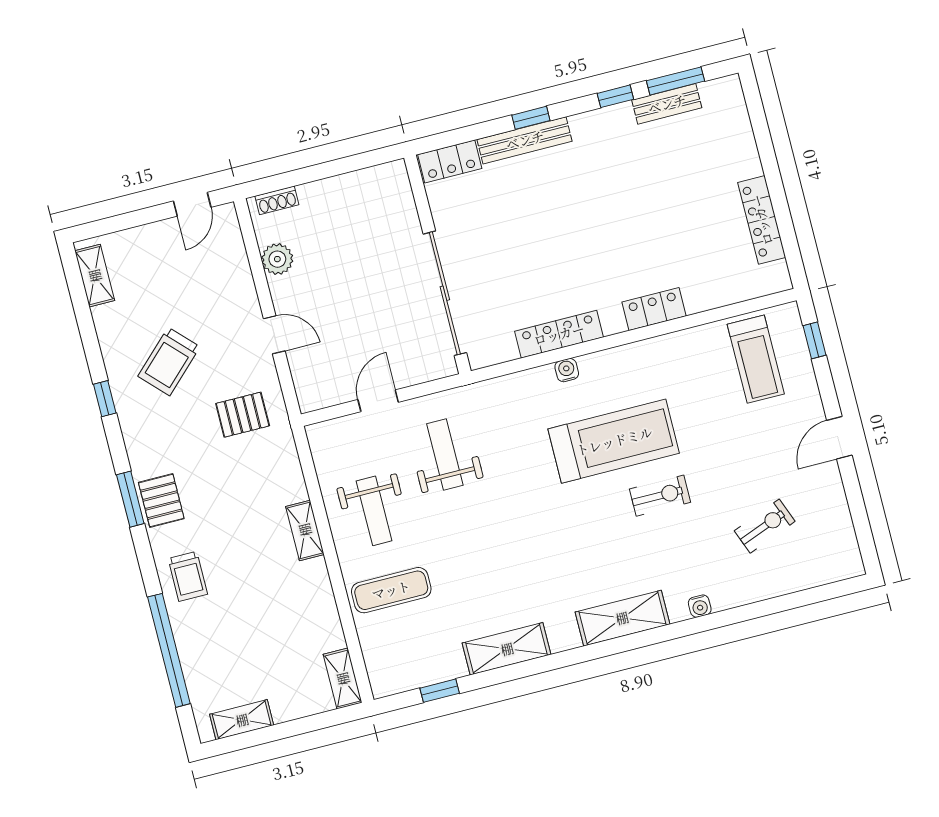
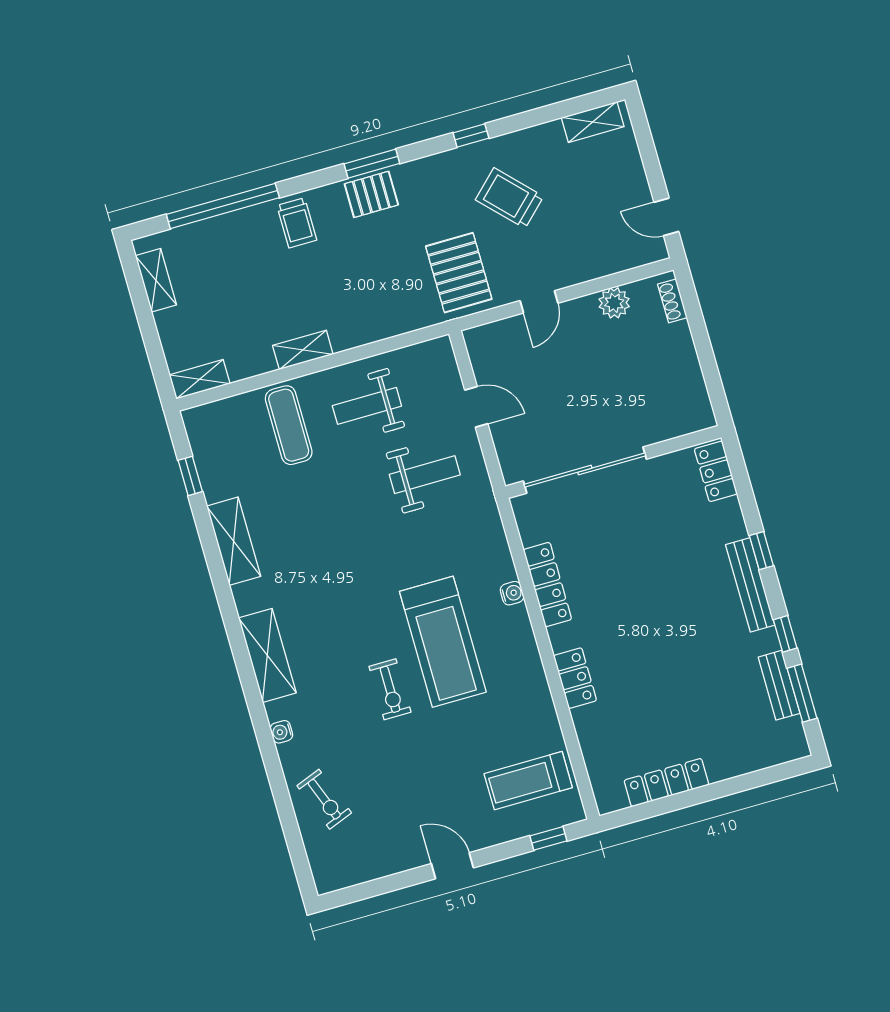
bench: (525, 140) -> (750, 585), moved
pallet: (243, 415) -> (459, 273), width x1.50, depth x1.42
exercise bike: (765, 526) -> (324, 799), moved
shelving: (305, 530) -> (303, 350), moved
trolley: (188, 576) -> (297, 223), turned -90

